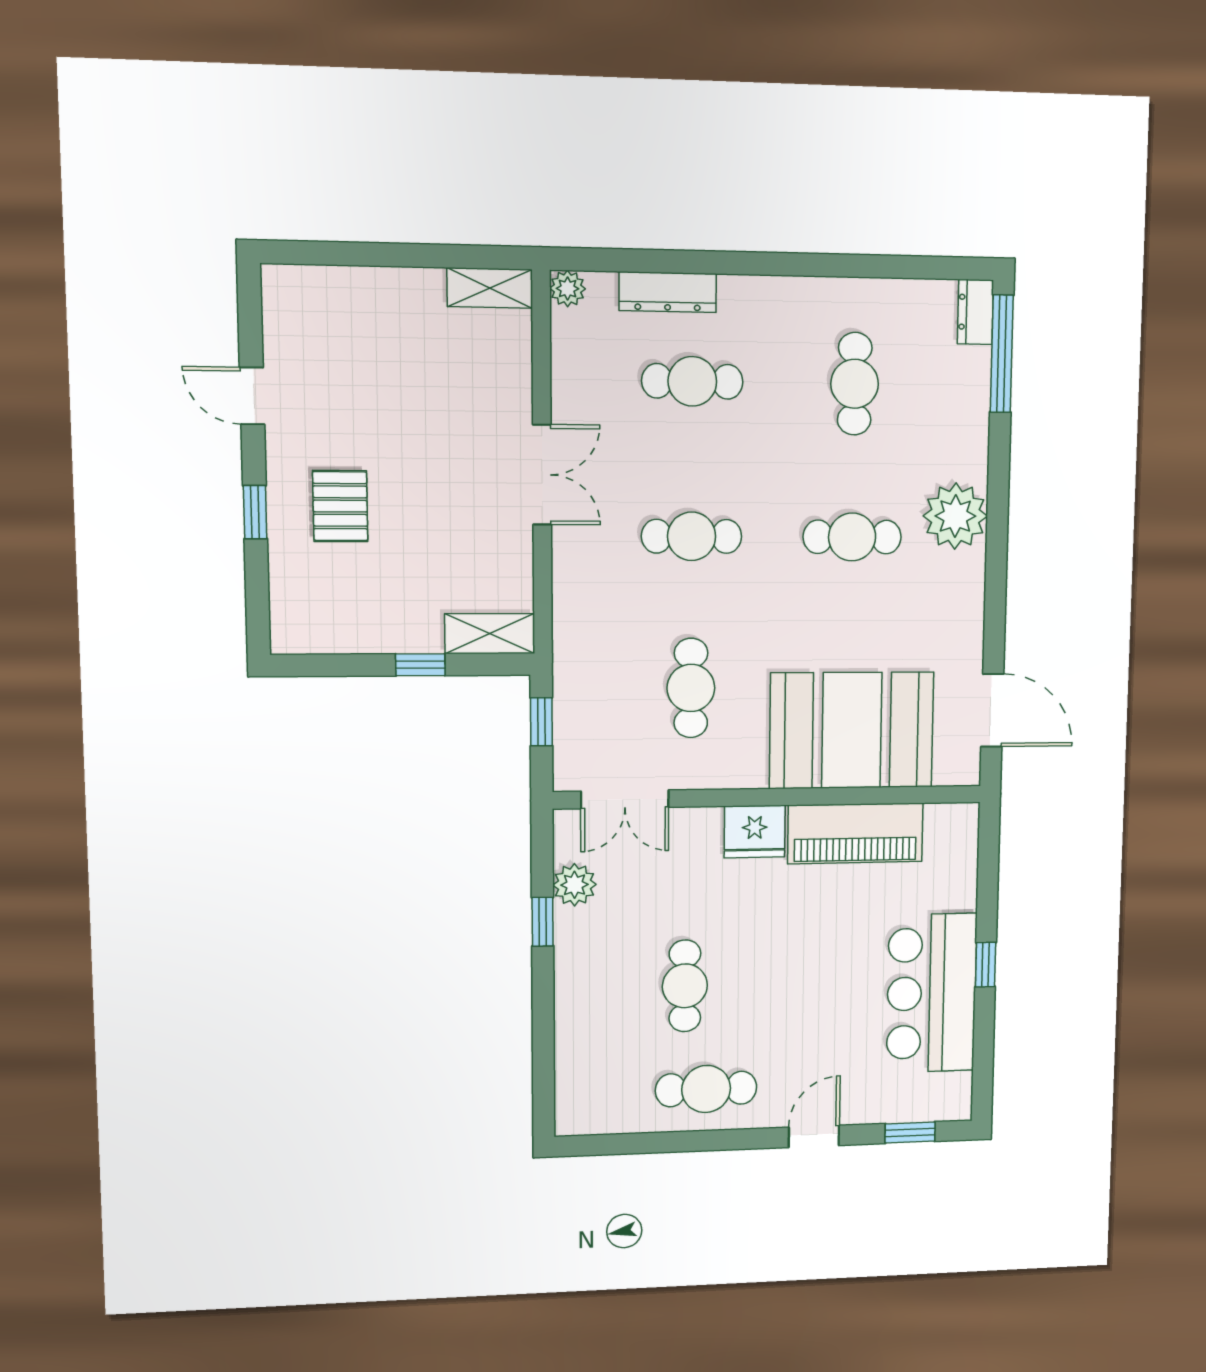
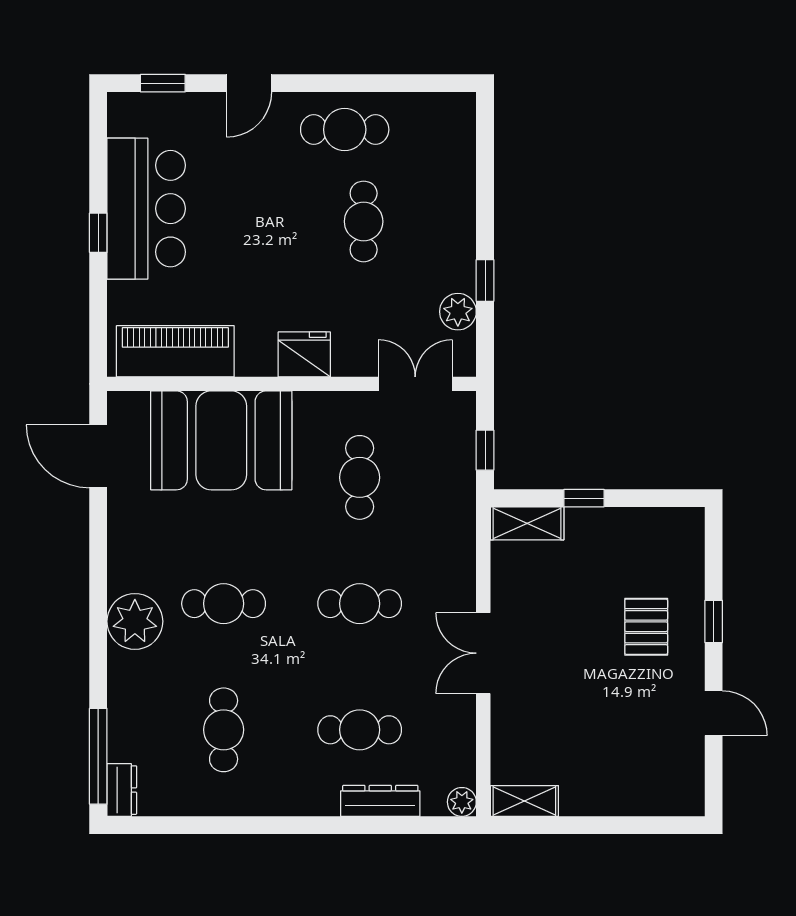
piano: (855, 833) -> (175, 351), moved

